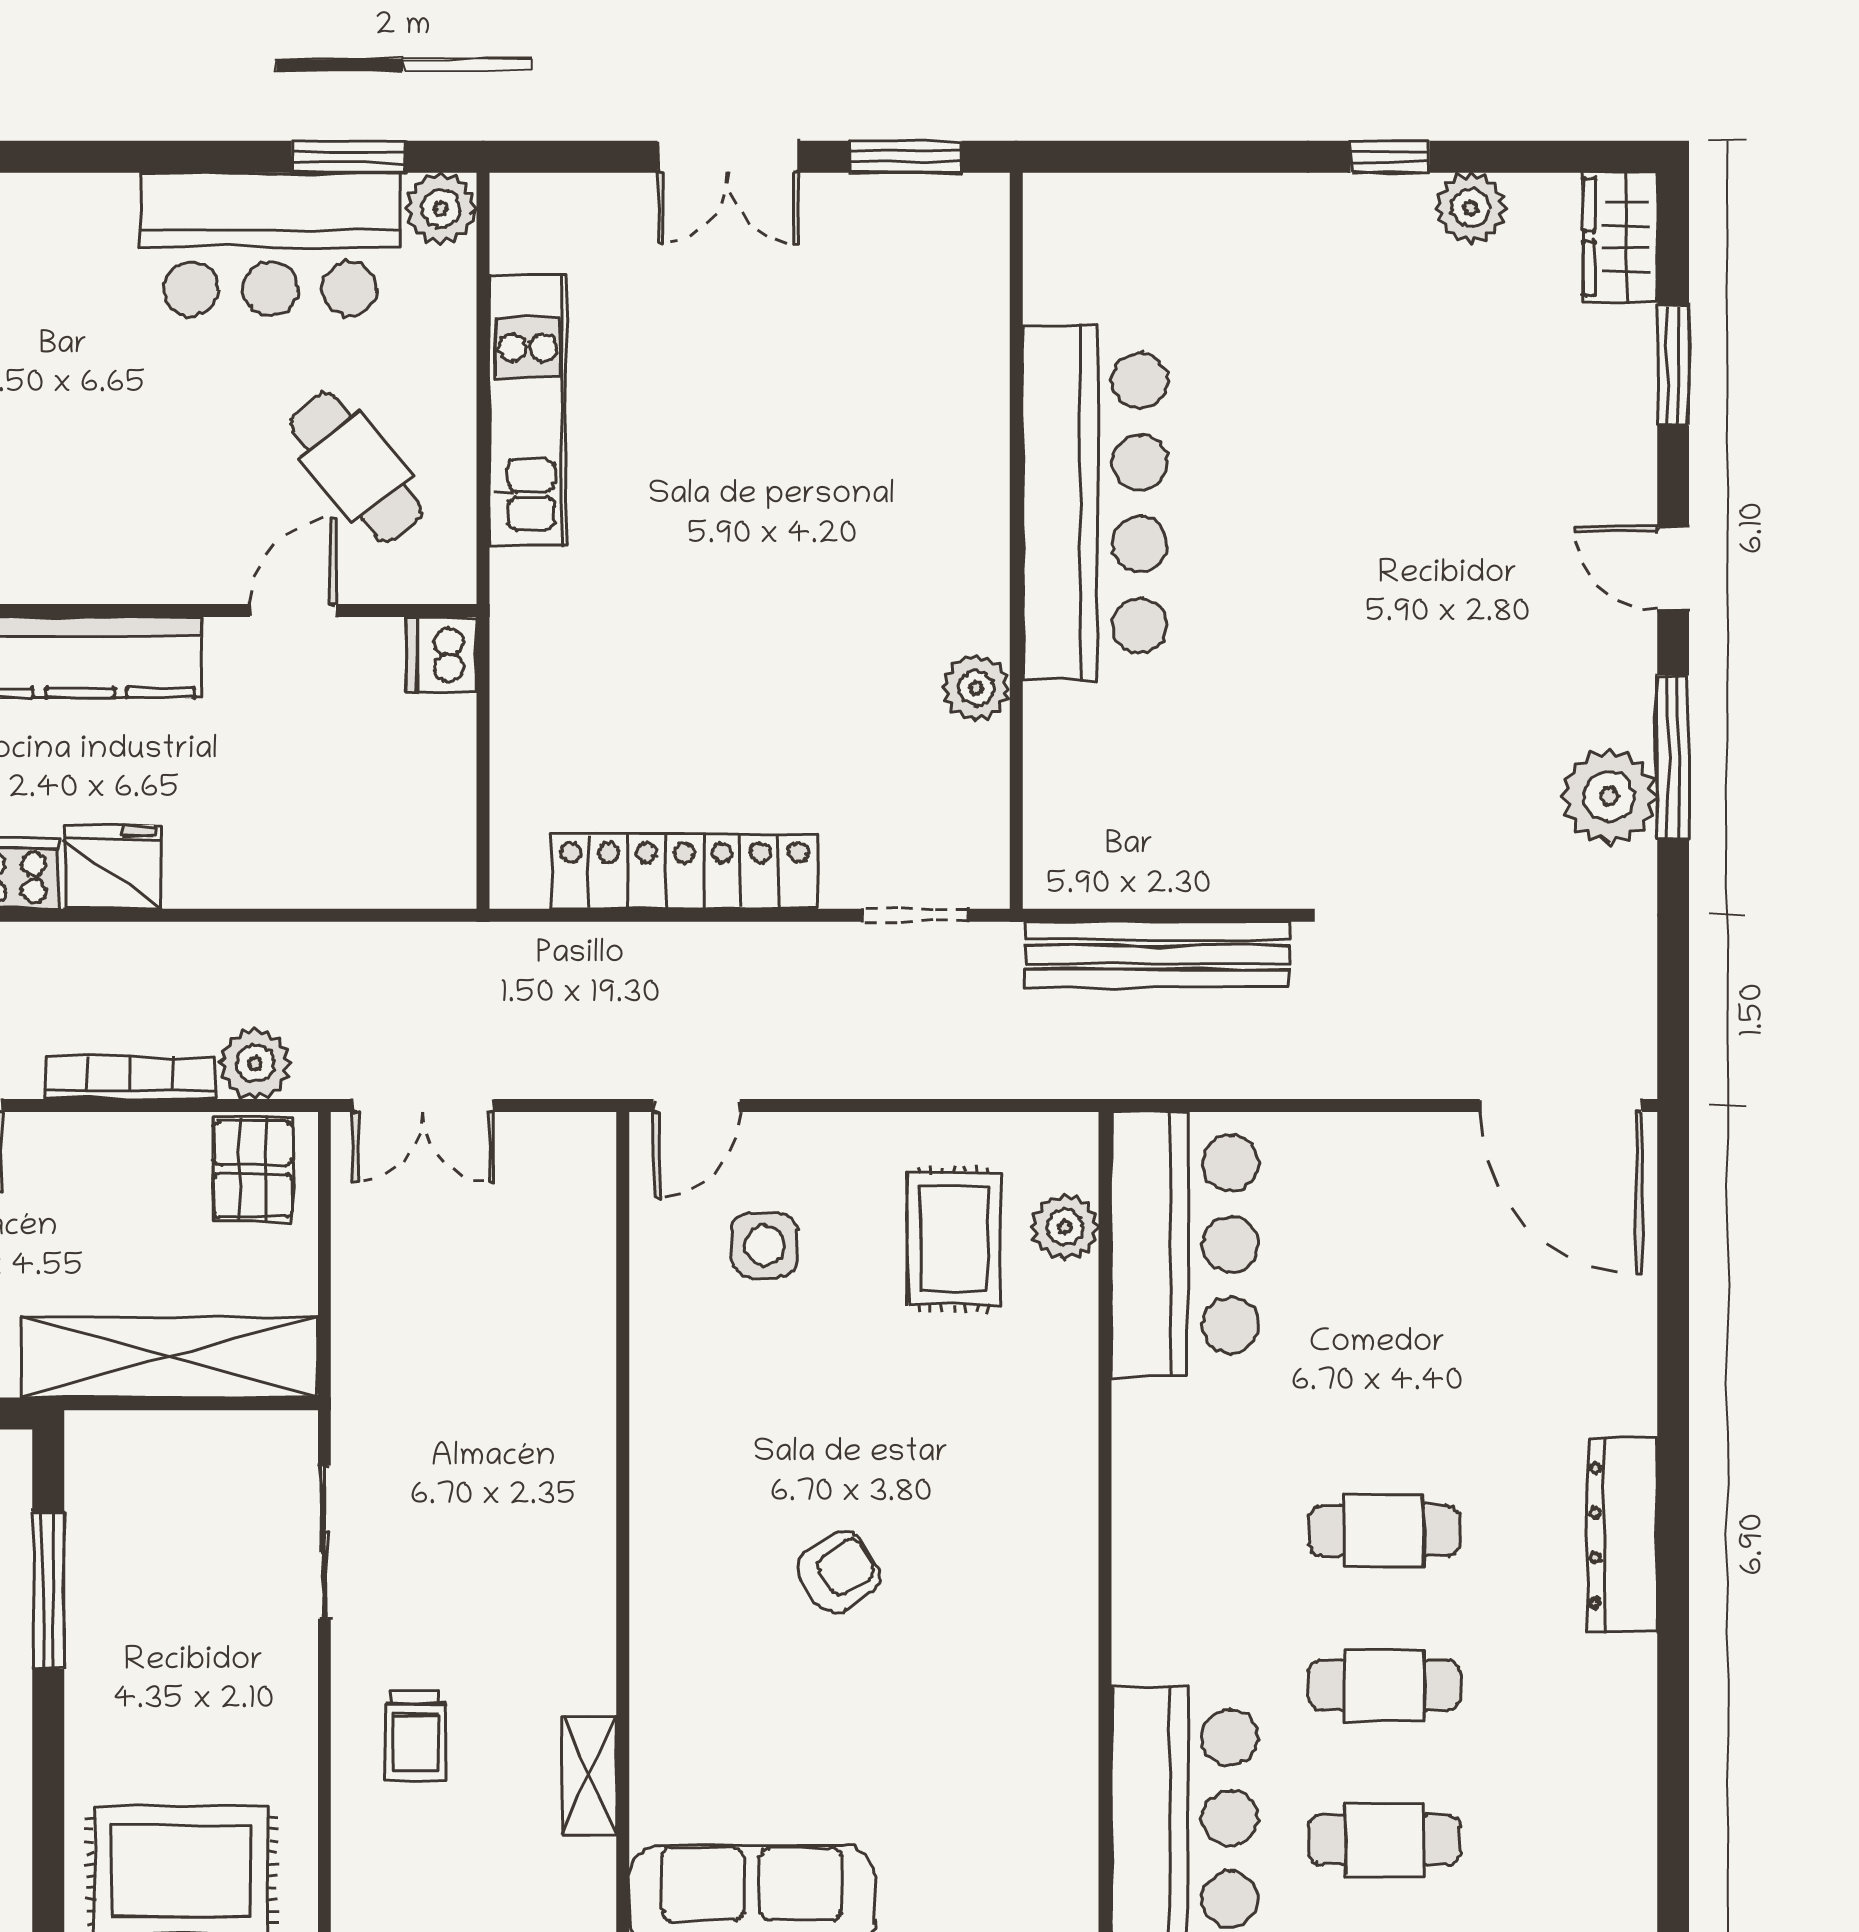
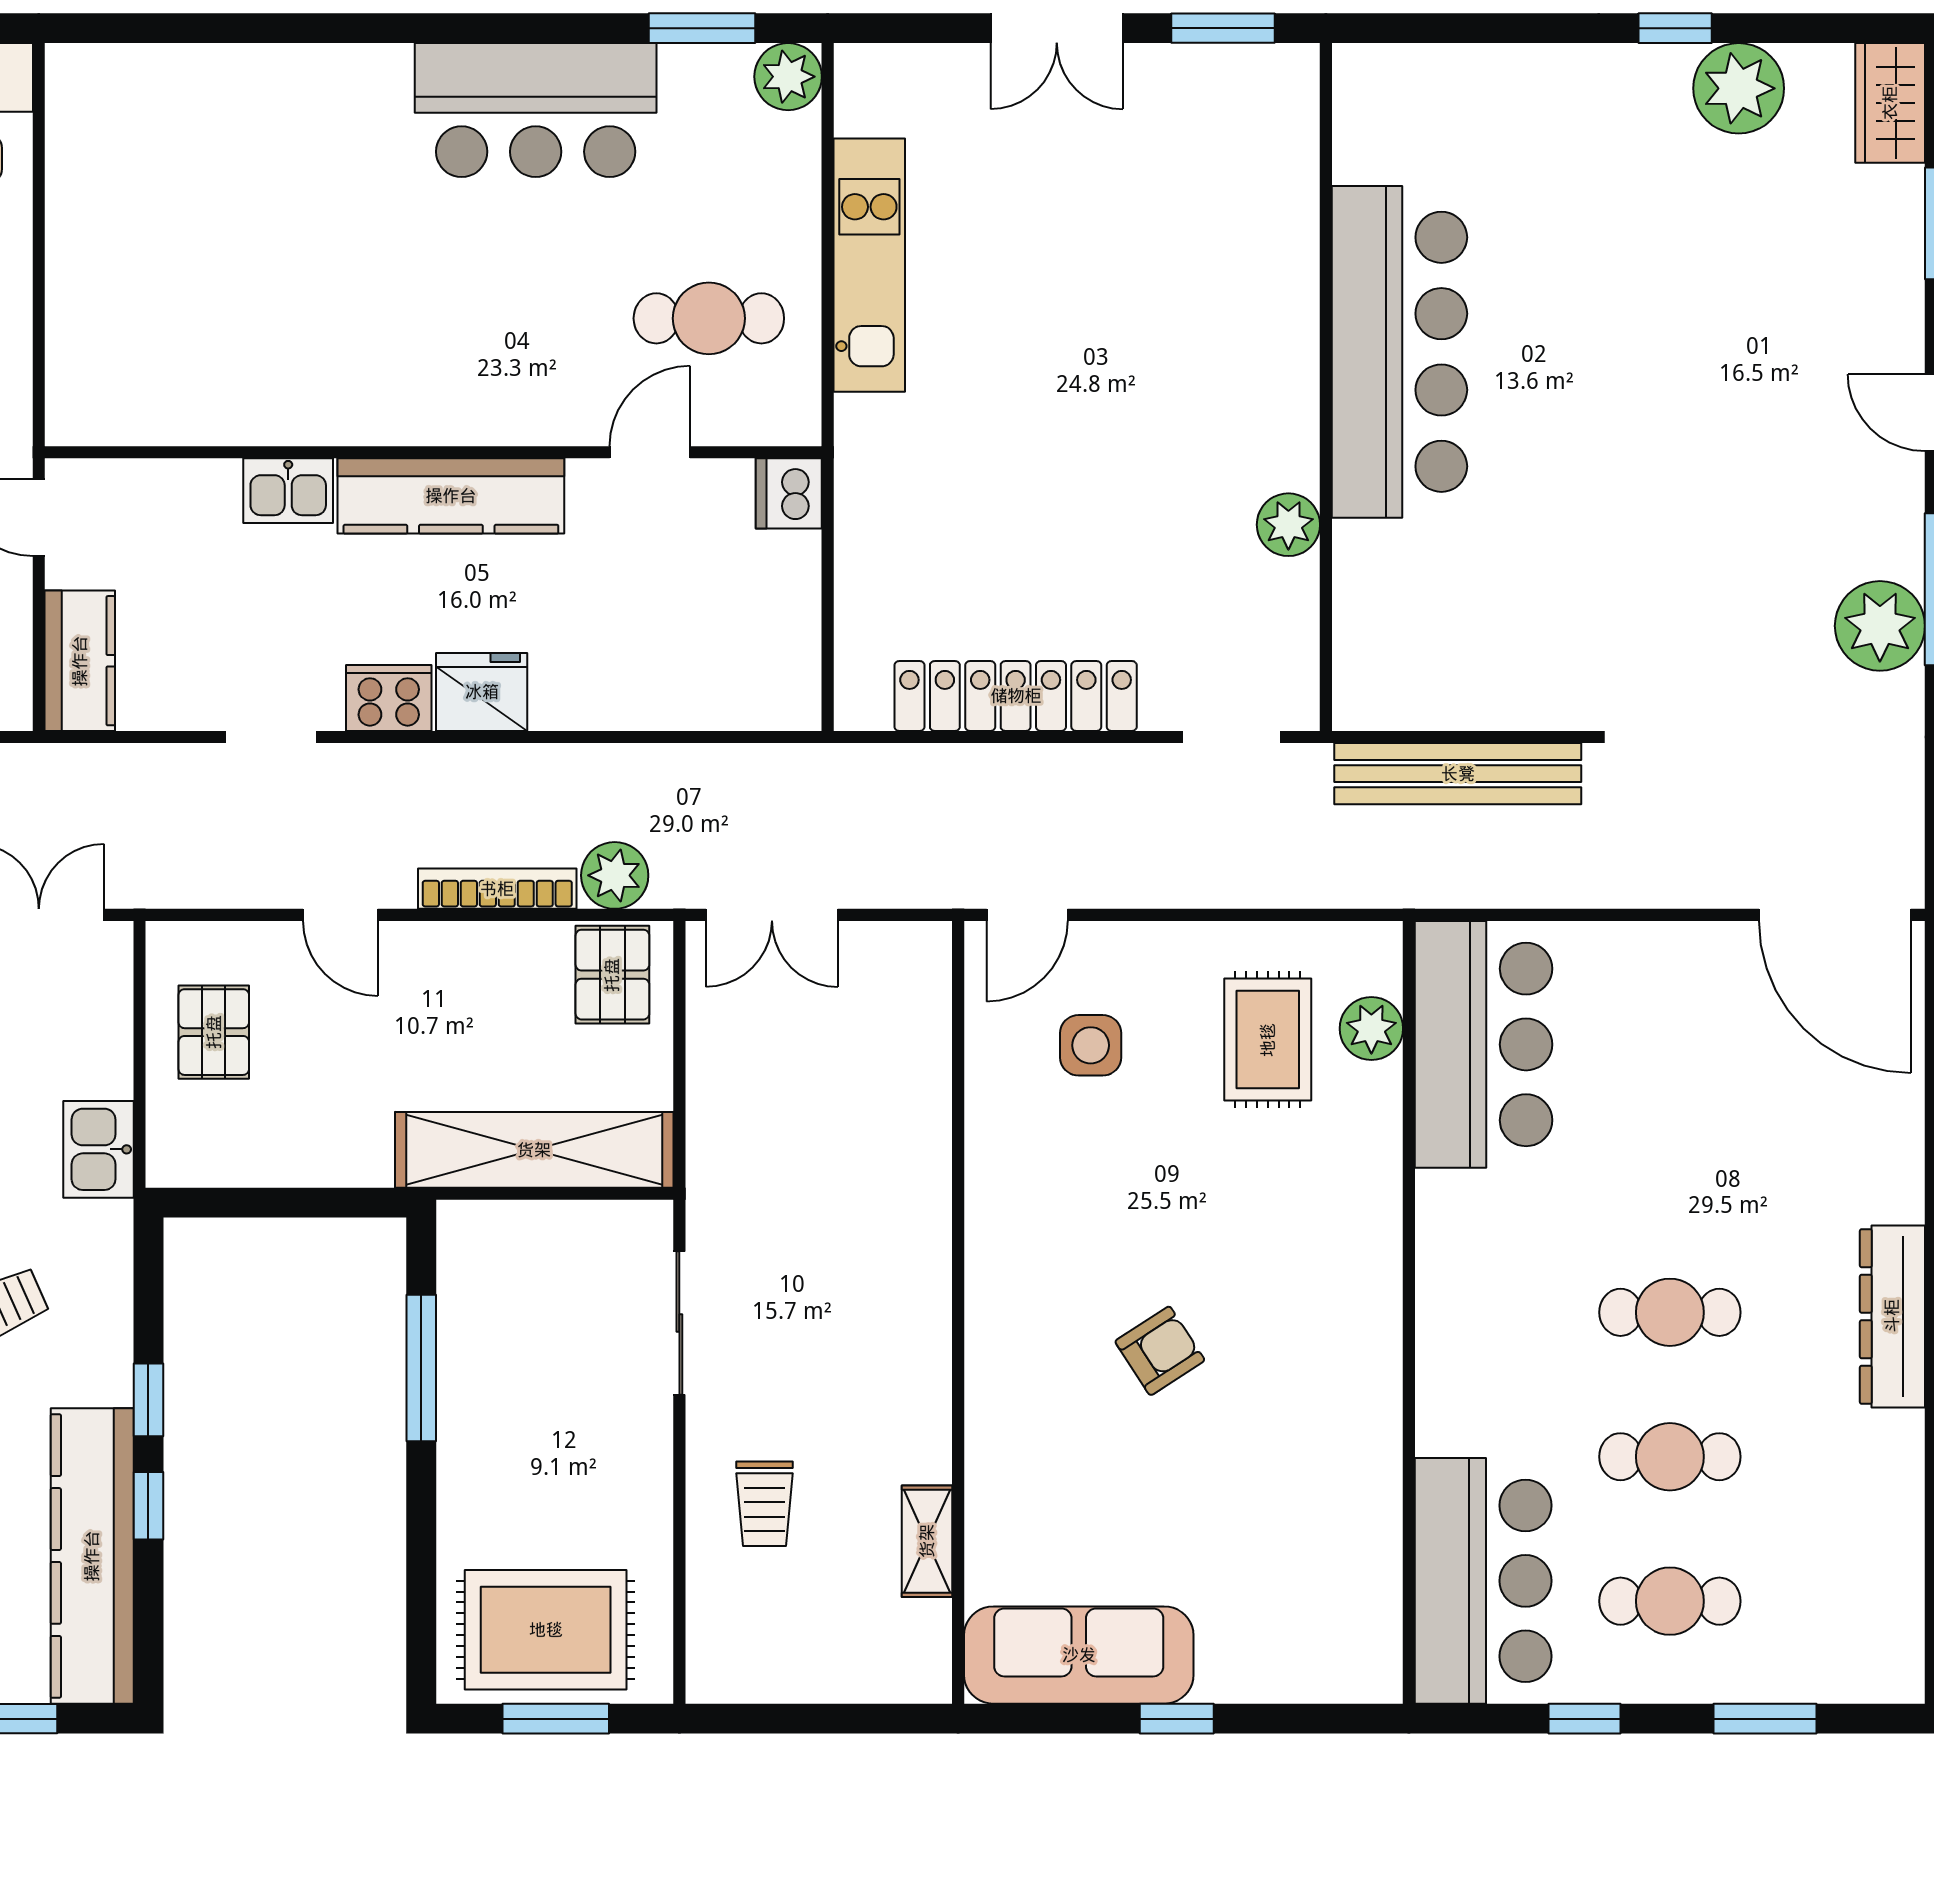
plant: (1471, 208) -> (1739, 88), width x1.36, depth x1.36
bar counter: (270, 244) -> (536, 110), moved
cafe table: (356, 467) -> (709, 318), turned -52

